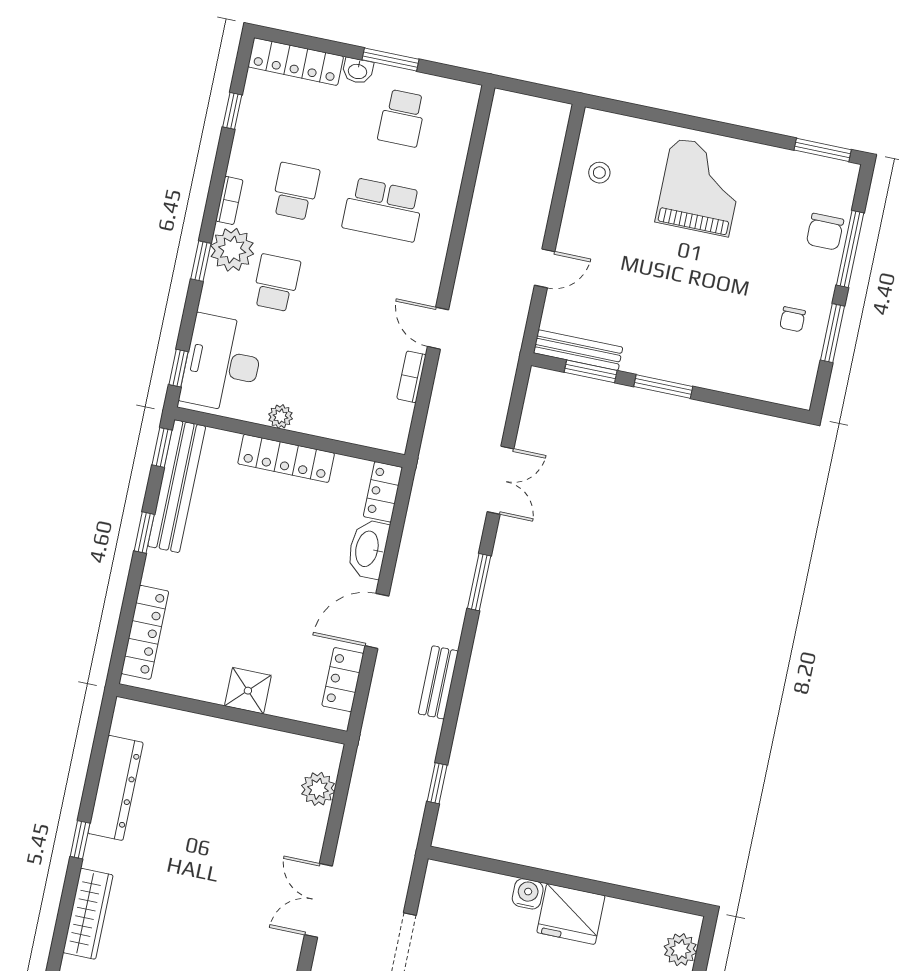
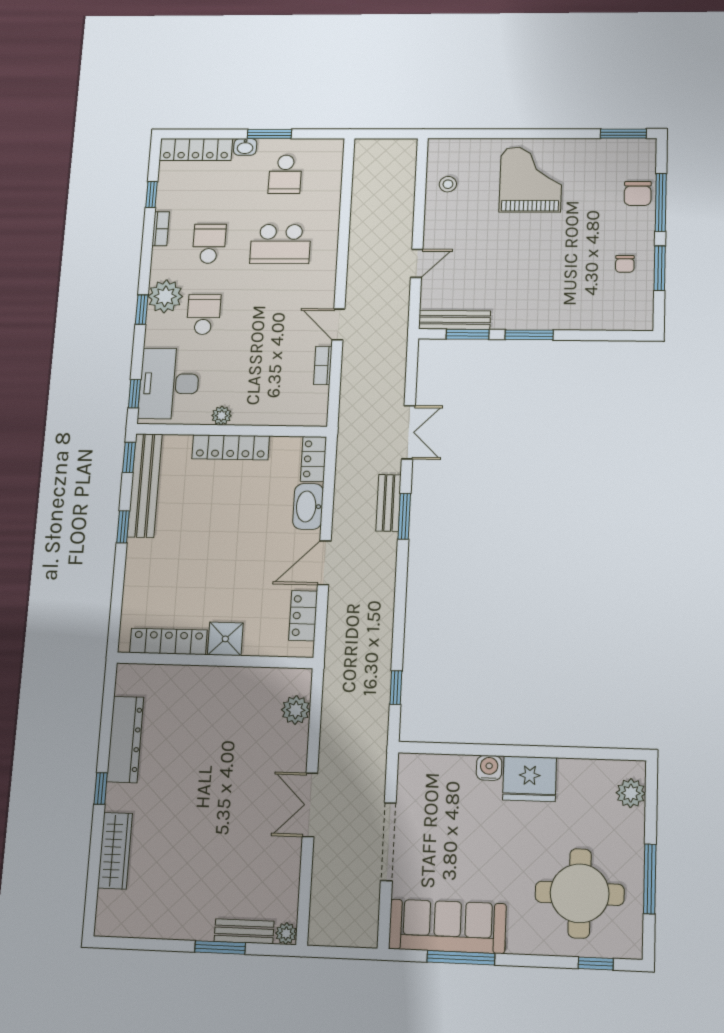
bookcase: (229, 200) -> (161, 229), moved
locker: (145, 632) -> (168, 641), moved, turned -90
bench: (438, 682) -> (389, 503), moved

